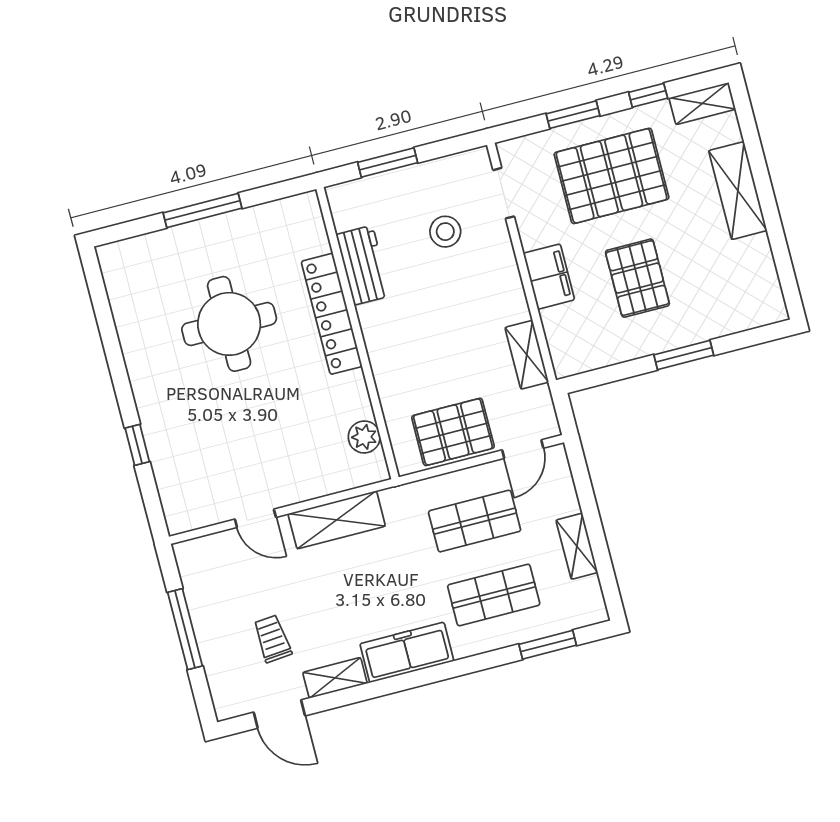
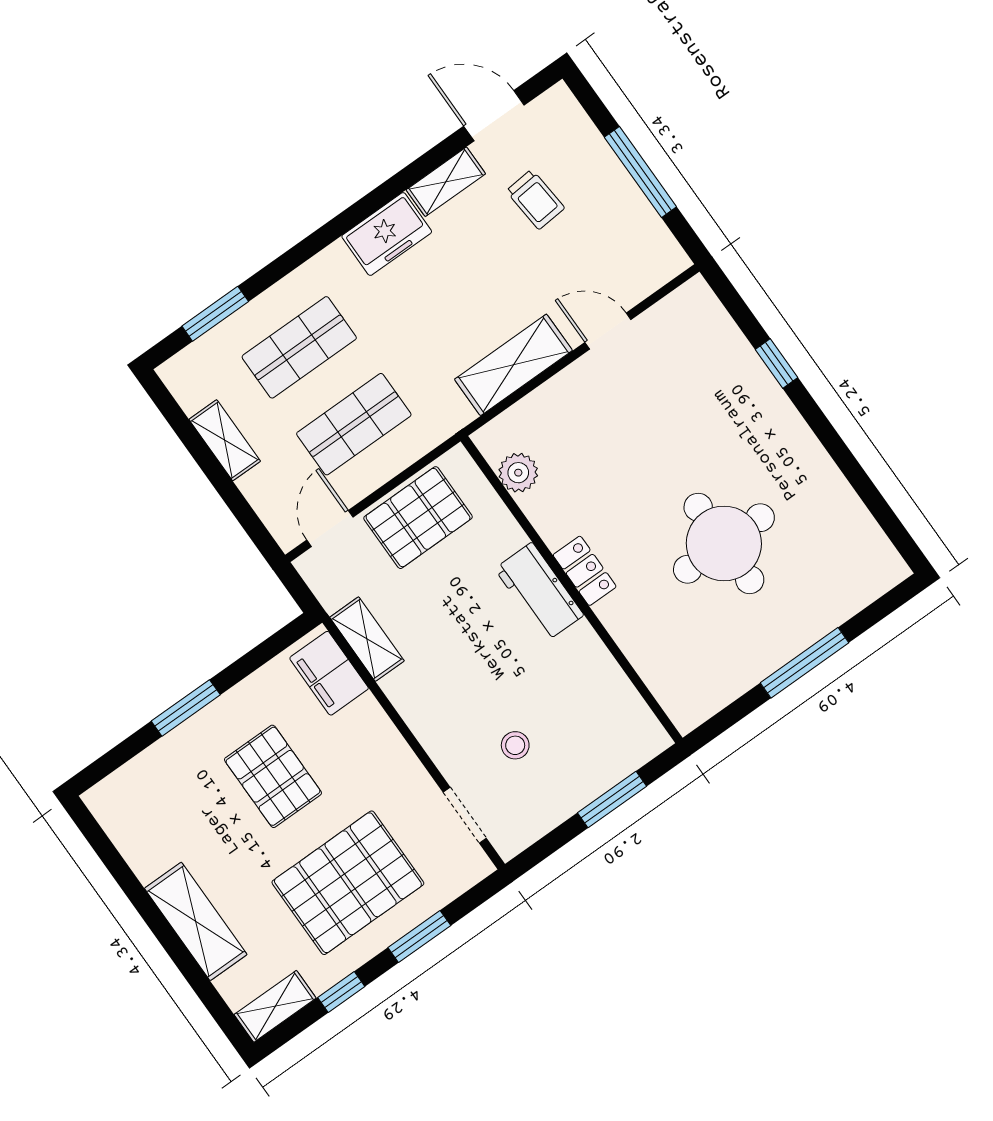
stool: (445, 232) -> (515, 745), width x0.73, depth x0.73
workbench: (363, 265) -> (539, 592), moved
filing cabinet: (549, 277) -> (329, 673), moved
locker: (332, 314) -> (585, 571), width x0.46, depth x0.83
freezer: (407, 652) -> (387, 234), width x0.71

